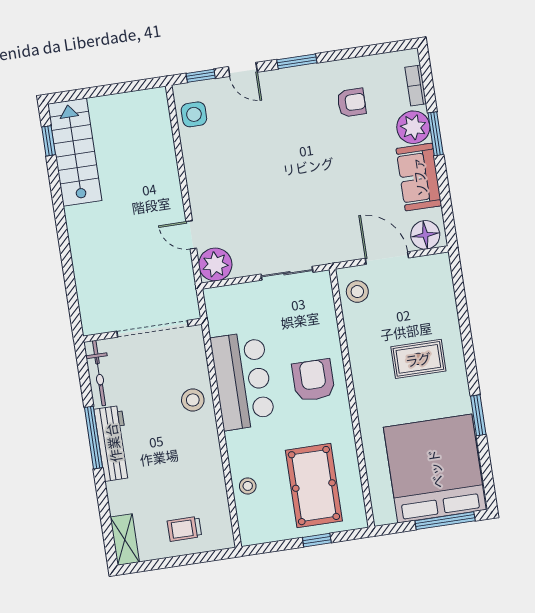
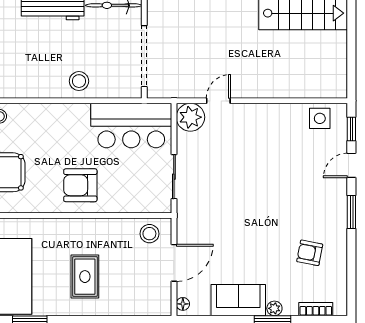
armchair: (352, 103) -> (310, 253), turned 101
plant: (413, 127) -> (274, 308), width x0.53, depth x0.53
floor lamp: (425, 235) -> (183, 304), width x0.53, depth x0.53
armchair: (313, 380) -> (80, 185), turned 180
bar counter: (243, 381) -> (131, 126), moved

